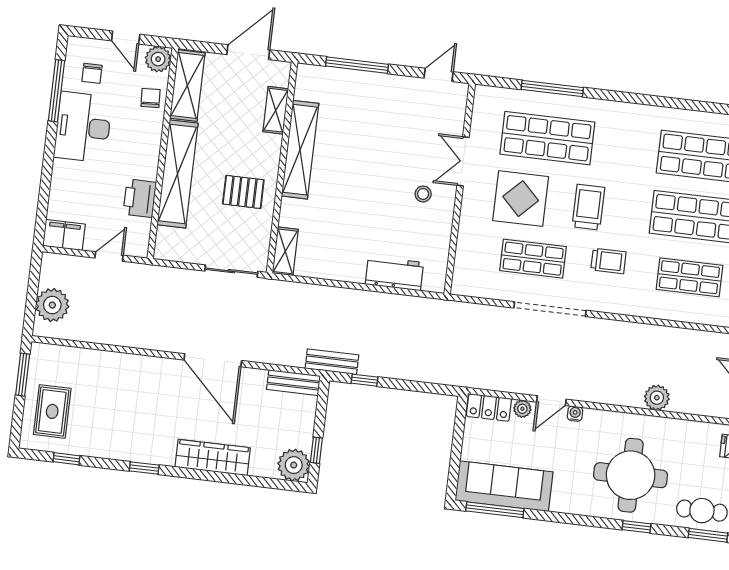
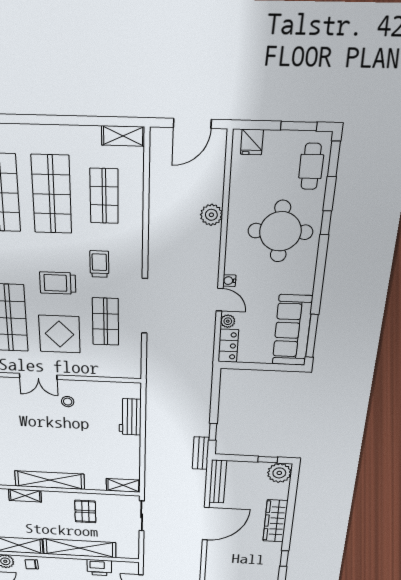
bench: (294, 383) -> (218, 482), width x1.36

